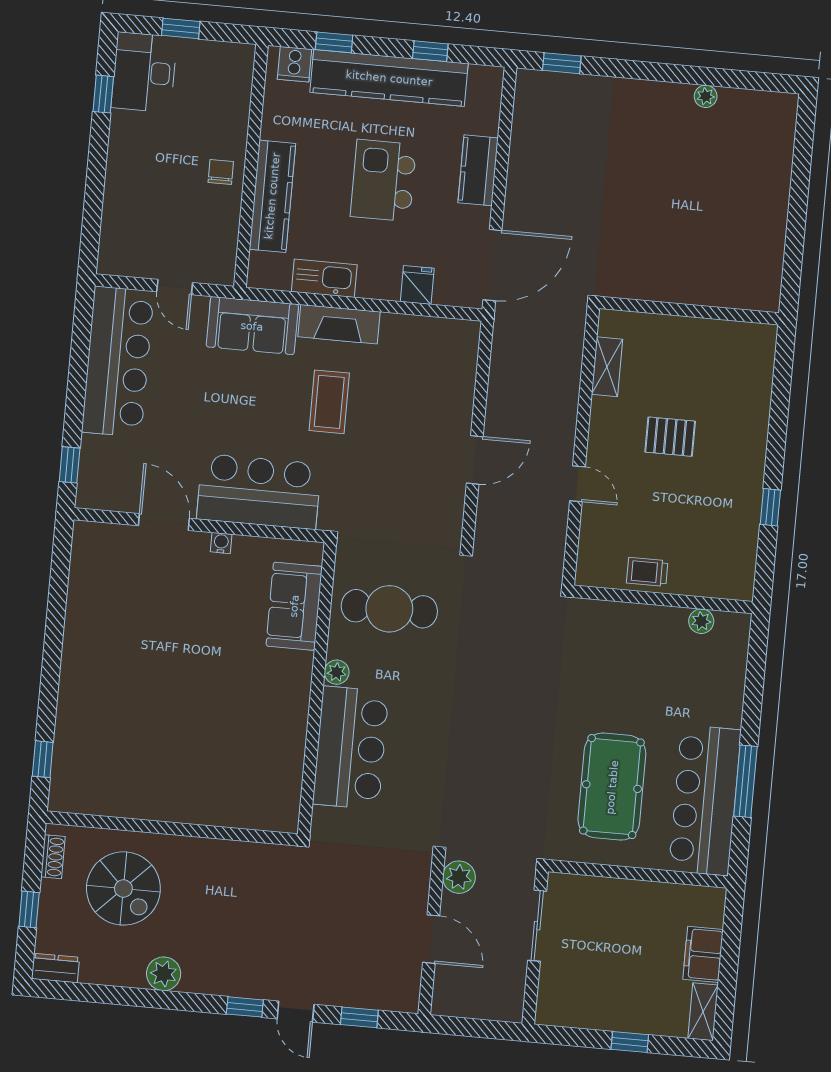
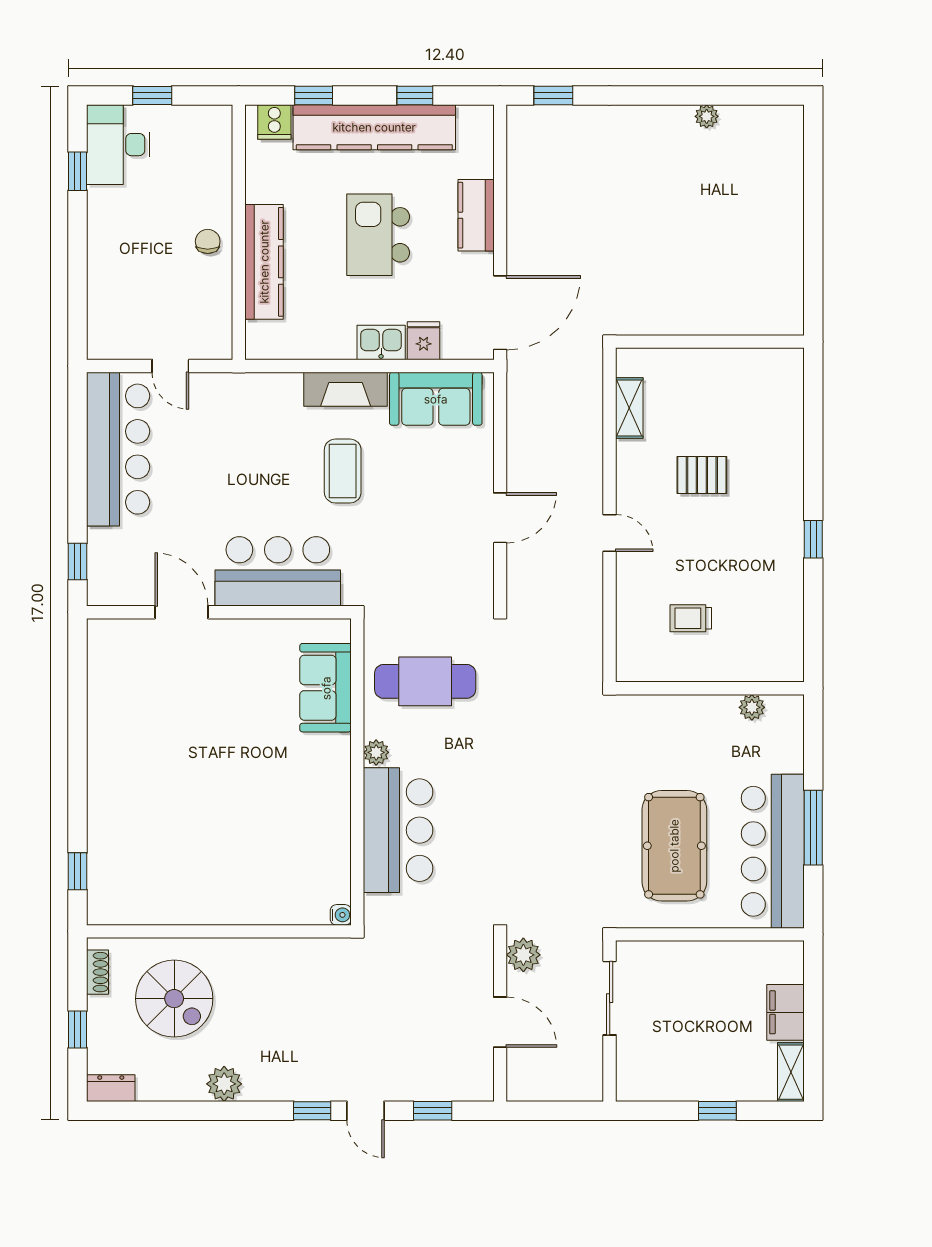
kitchen sink: (324, 278) -> (381, 342), moved, width x0.73
sofa: (252, 326) -> (436, 399), moved
water cooler: (221, 543) -> (341, 915), moved, turned 90
wall: (663, 599) -> (710, 688), moved
plant: (701, 621) -> (752, 707), moved

